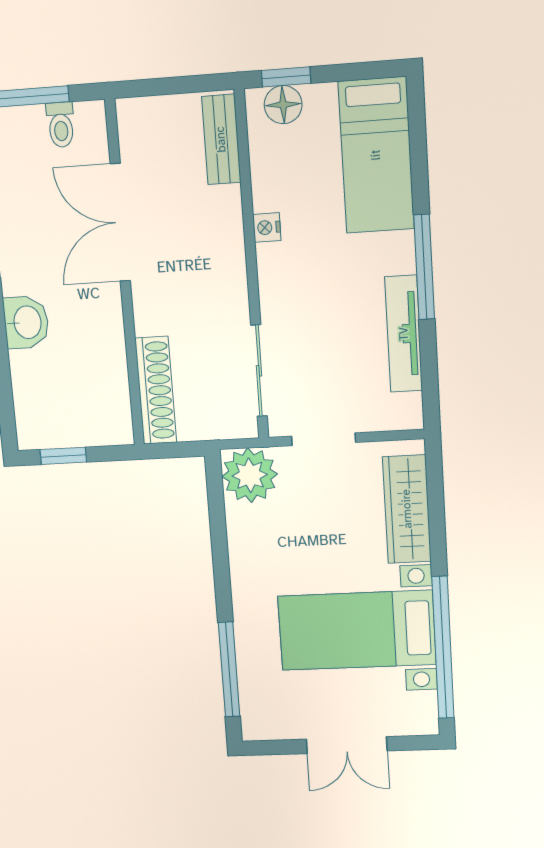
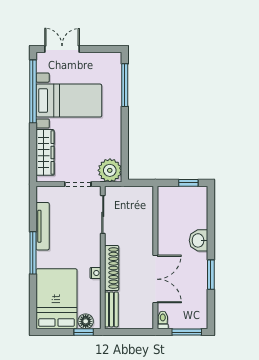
toilet: (61, 125) -> (163, 320), moved
bed: (376, 155) -> (56, 299), width x1.50
shoe rack: (156, 390) -> (112, 268), moved, turned 180
double door: (347, 745) -> (62, 49), moved

